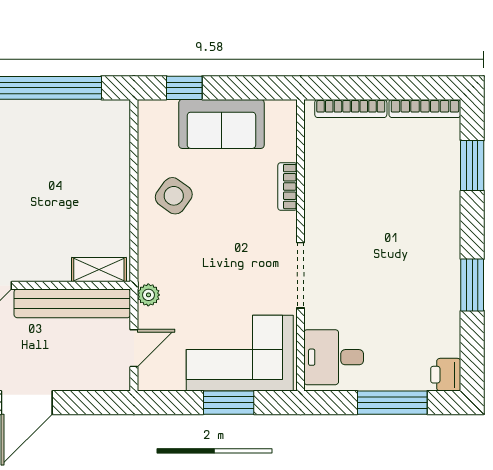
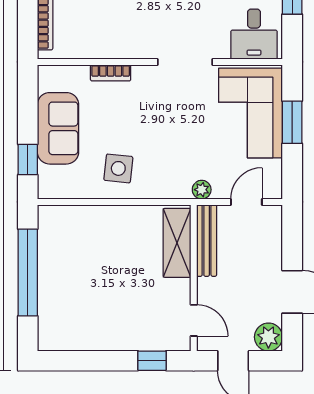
side table: (174, 196) -> (118, 168), turned -30
shelving: (99, 270) -> (177, 243), width x1.50, depth x1.33
bench: (72, 303) -> (207, 241), width x0.73, depth x0.82
door: (134, 348) -> (246, 202), hinge flipped

